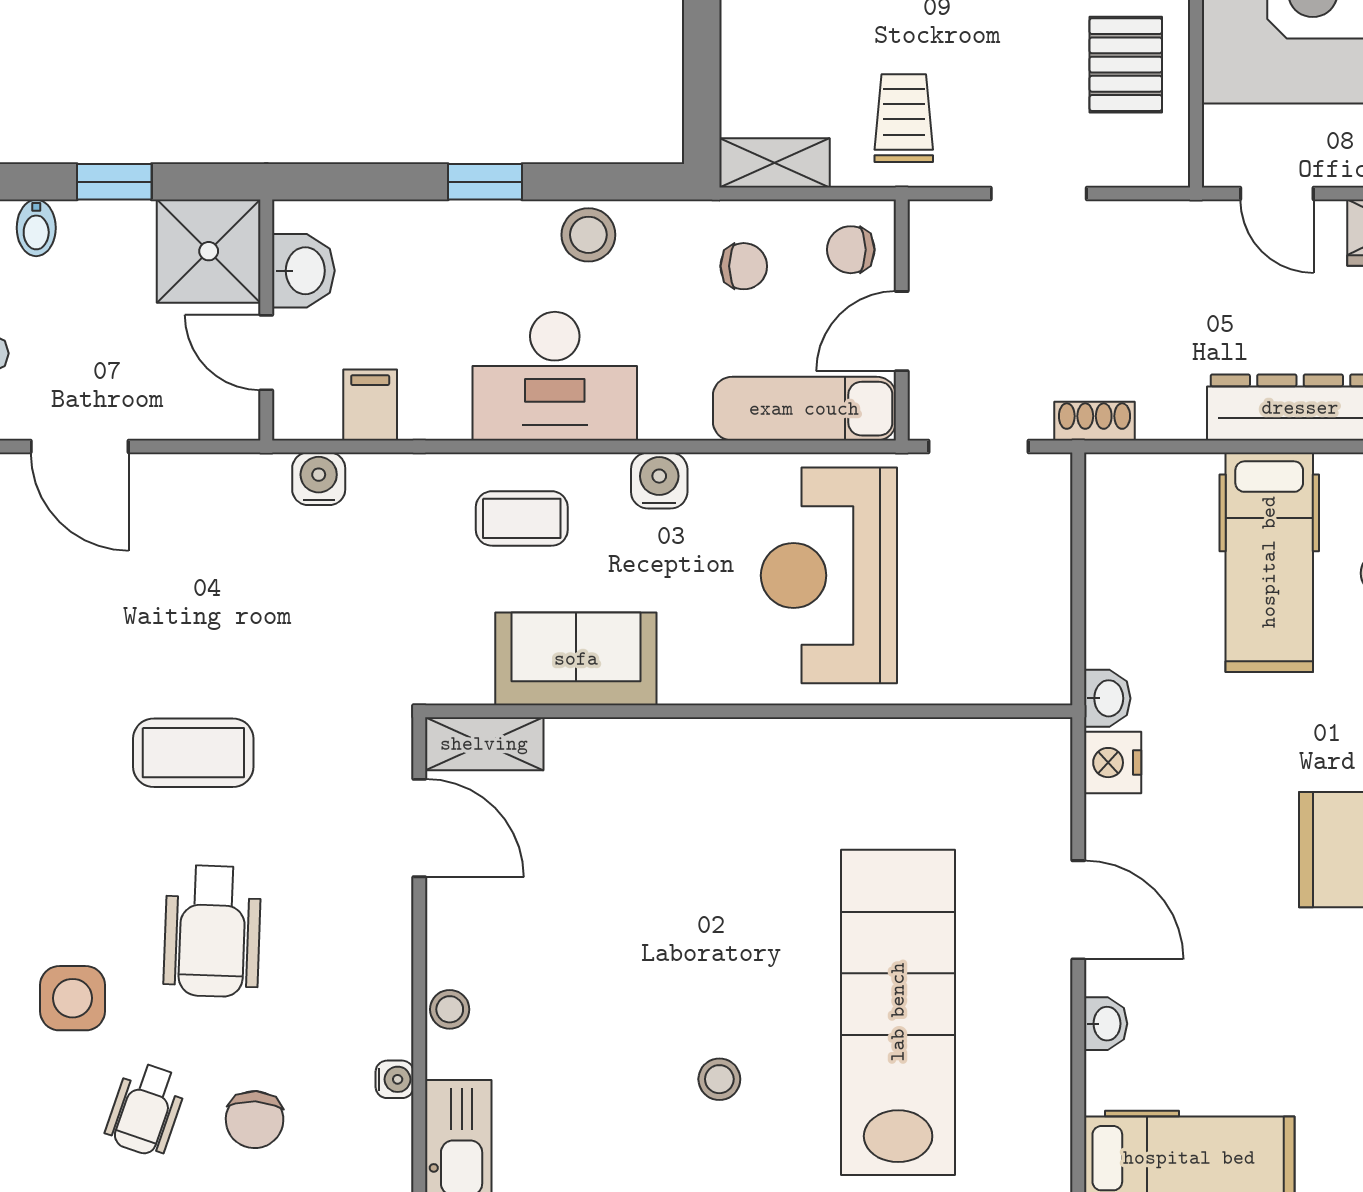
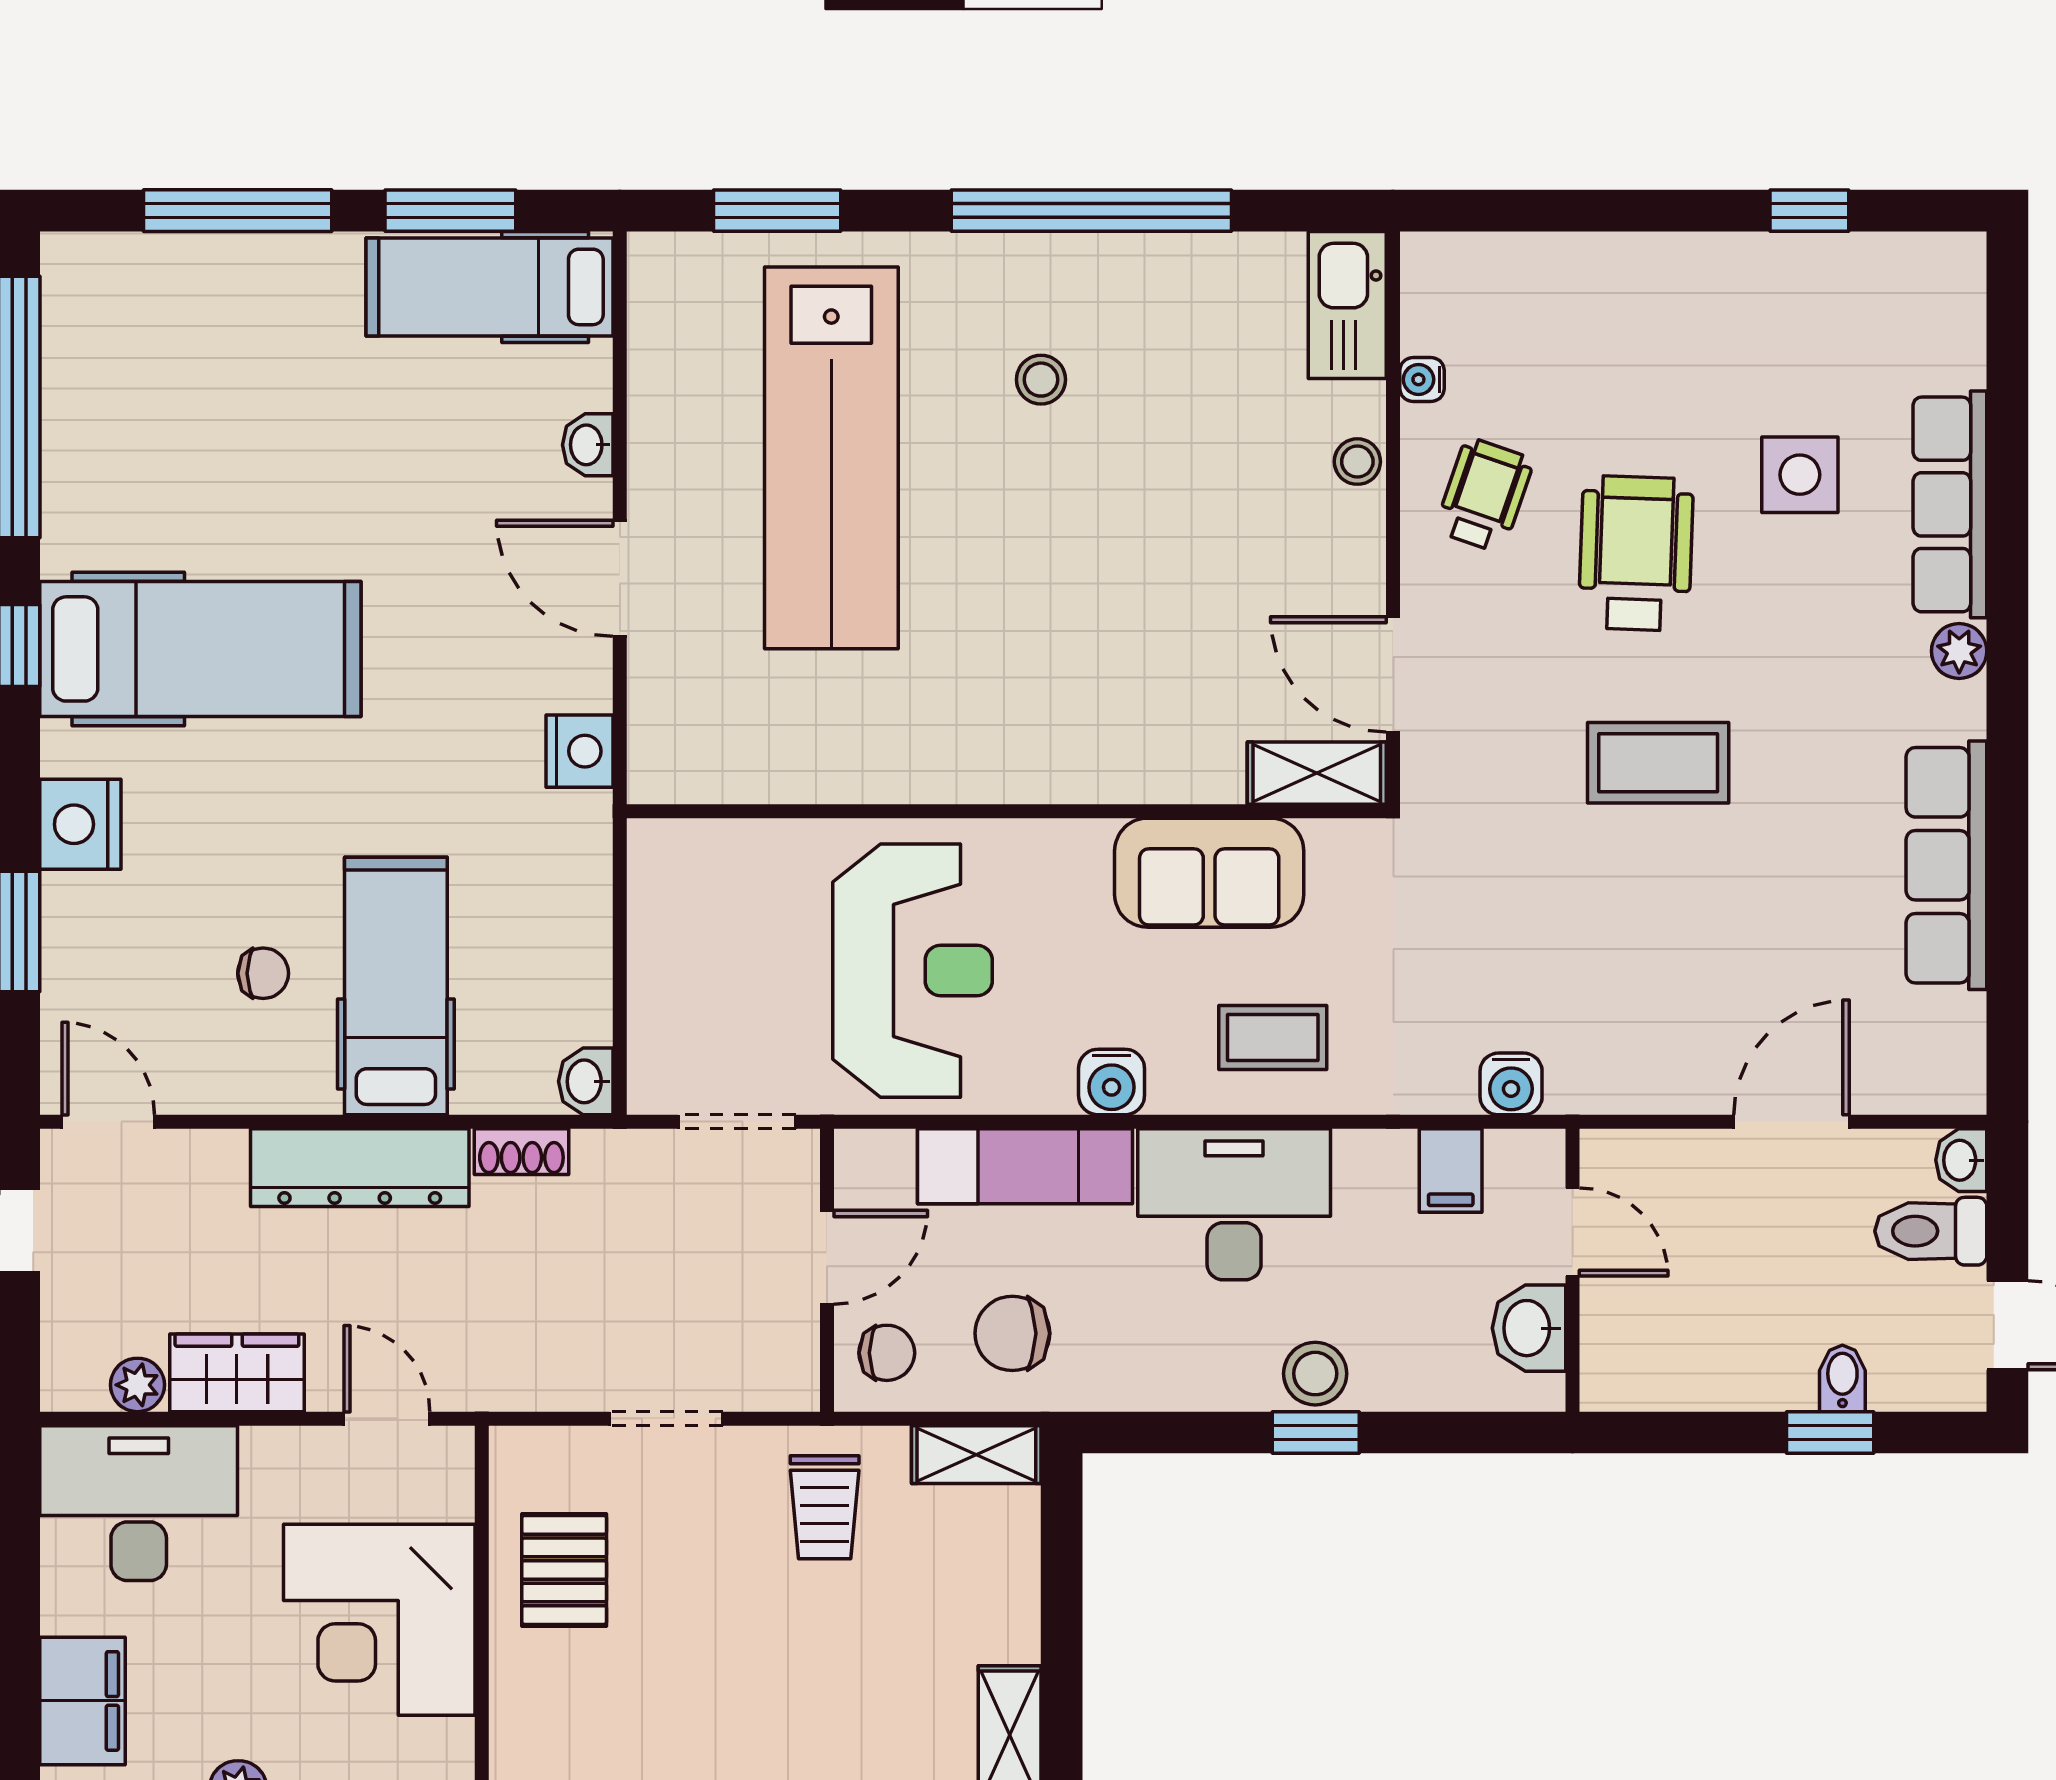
window: (114, 182) -> (1830, 1432), moved
stool: (588, 235) -> (1315, 1374), moved
shower: (209, 251) -> (1640, 1351), removed
chair: (744, 266) -> (1012, 1333), width x1.37, depth x1.37
exam couch: (804, 409) -> (1025, 1166), moved
shoe rack: (1094, 421) -> (521, 1152), moved
door: (80, 447) -> (1792, 1122), hinge flipped
washbasin: (1107, 698) -> (586, 1081), moved
wheelchair: (146, 1109) -> (1484, 495), moved
chair: (255, 1120) -> (1586, 332), removed

